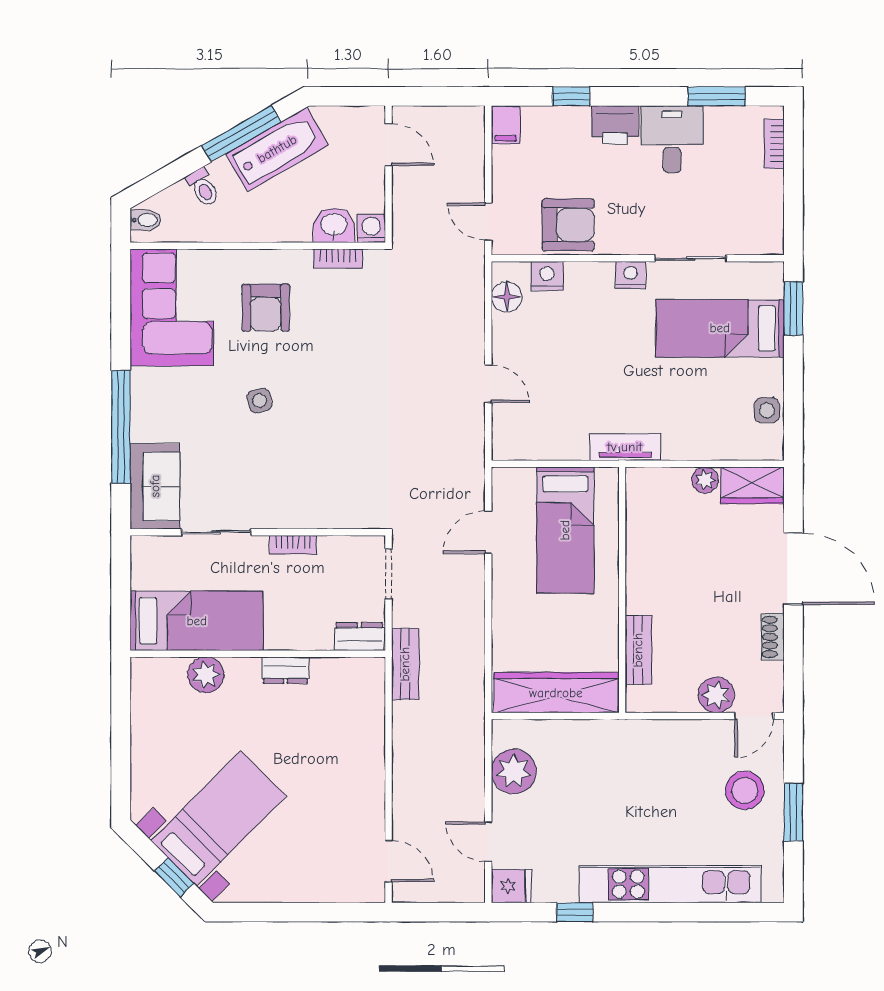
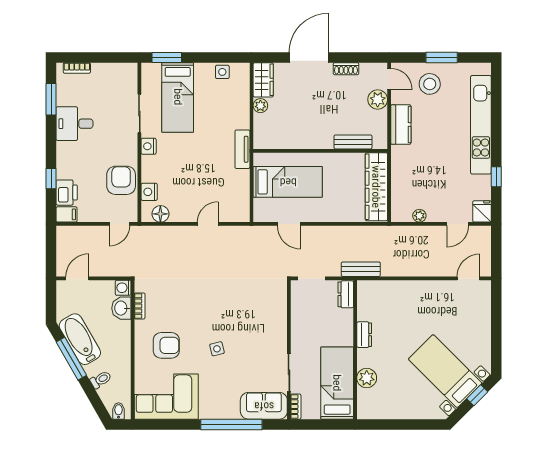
printer: (615, 125) -> (67, 193), moved
bookcase: (293, 545) -> (296, 407), moved
kitchen counter: (670, 737) -> (401, 125), added
plant: (514, 771) -> (419, 216), width x0.53, depth x0.53

